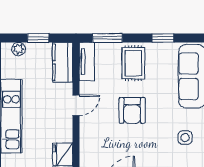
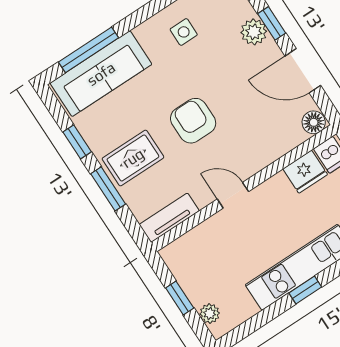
window: (107, 38) -> (108, 189), moved
kitchen counter: (63, 62) -> (190, 247), removed
armchair: (132, 110) -> (193, 121), turned -90

